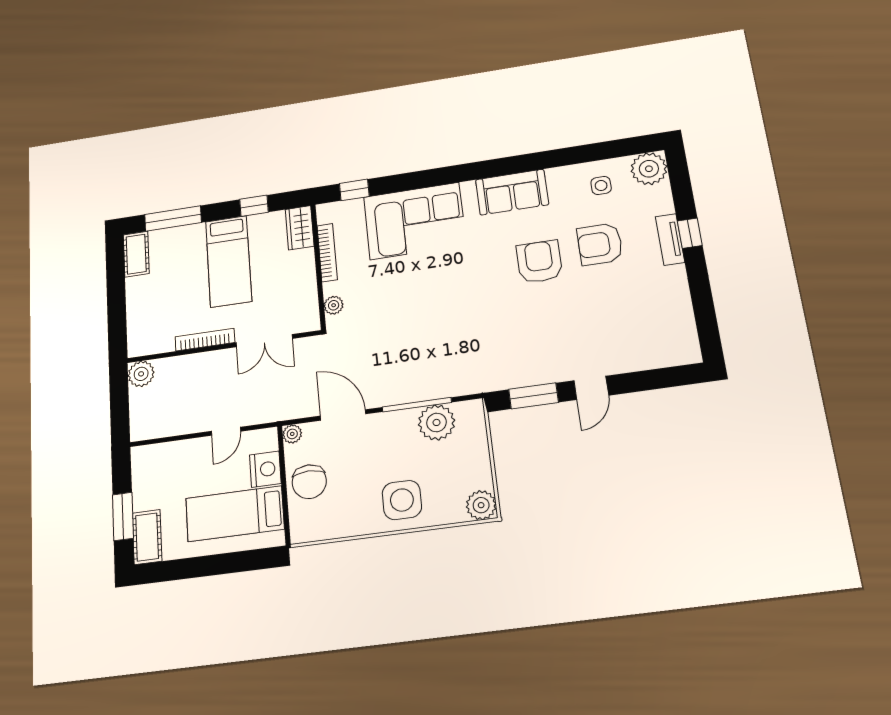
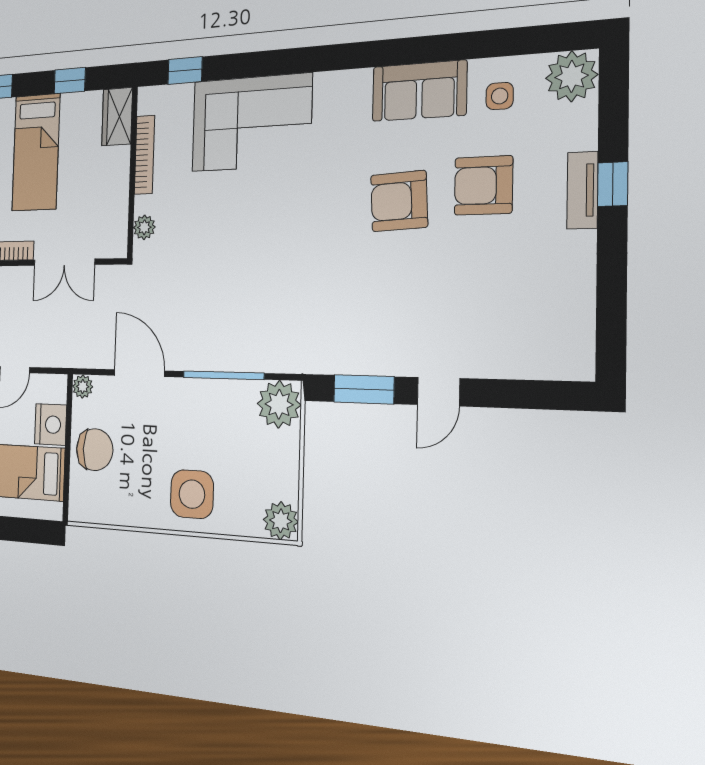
sofa: (512, 192) -> (419, 91), moved
armchair: (539, 262) -> (399, 201), turned -93
plant: (436, 422) -> (279, 404), moved
chair: (309, 482) -> (95, 450), turned -90

